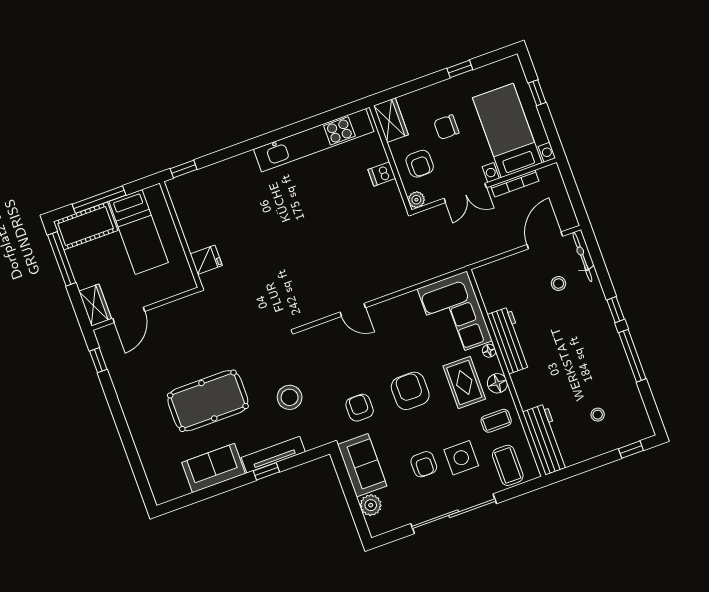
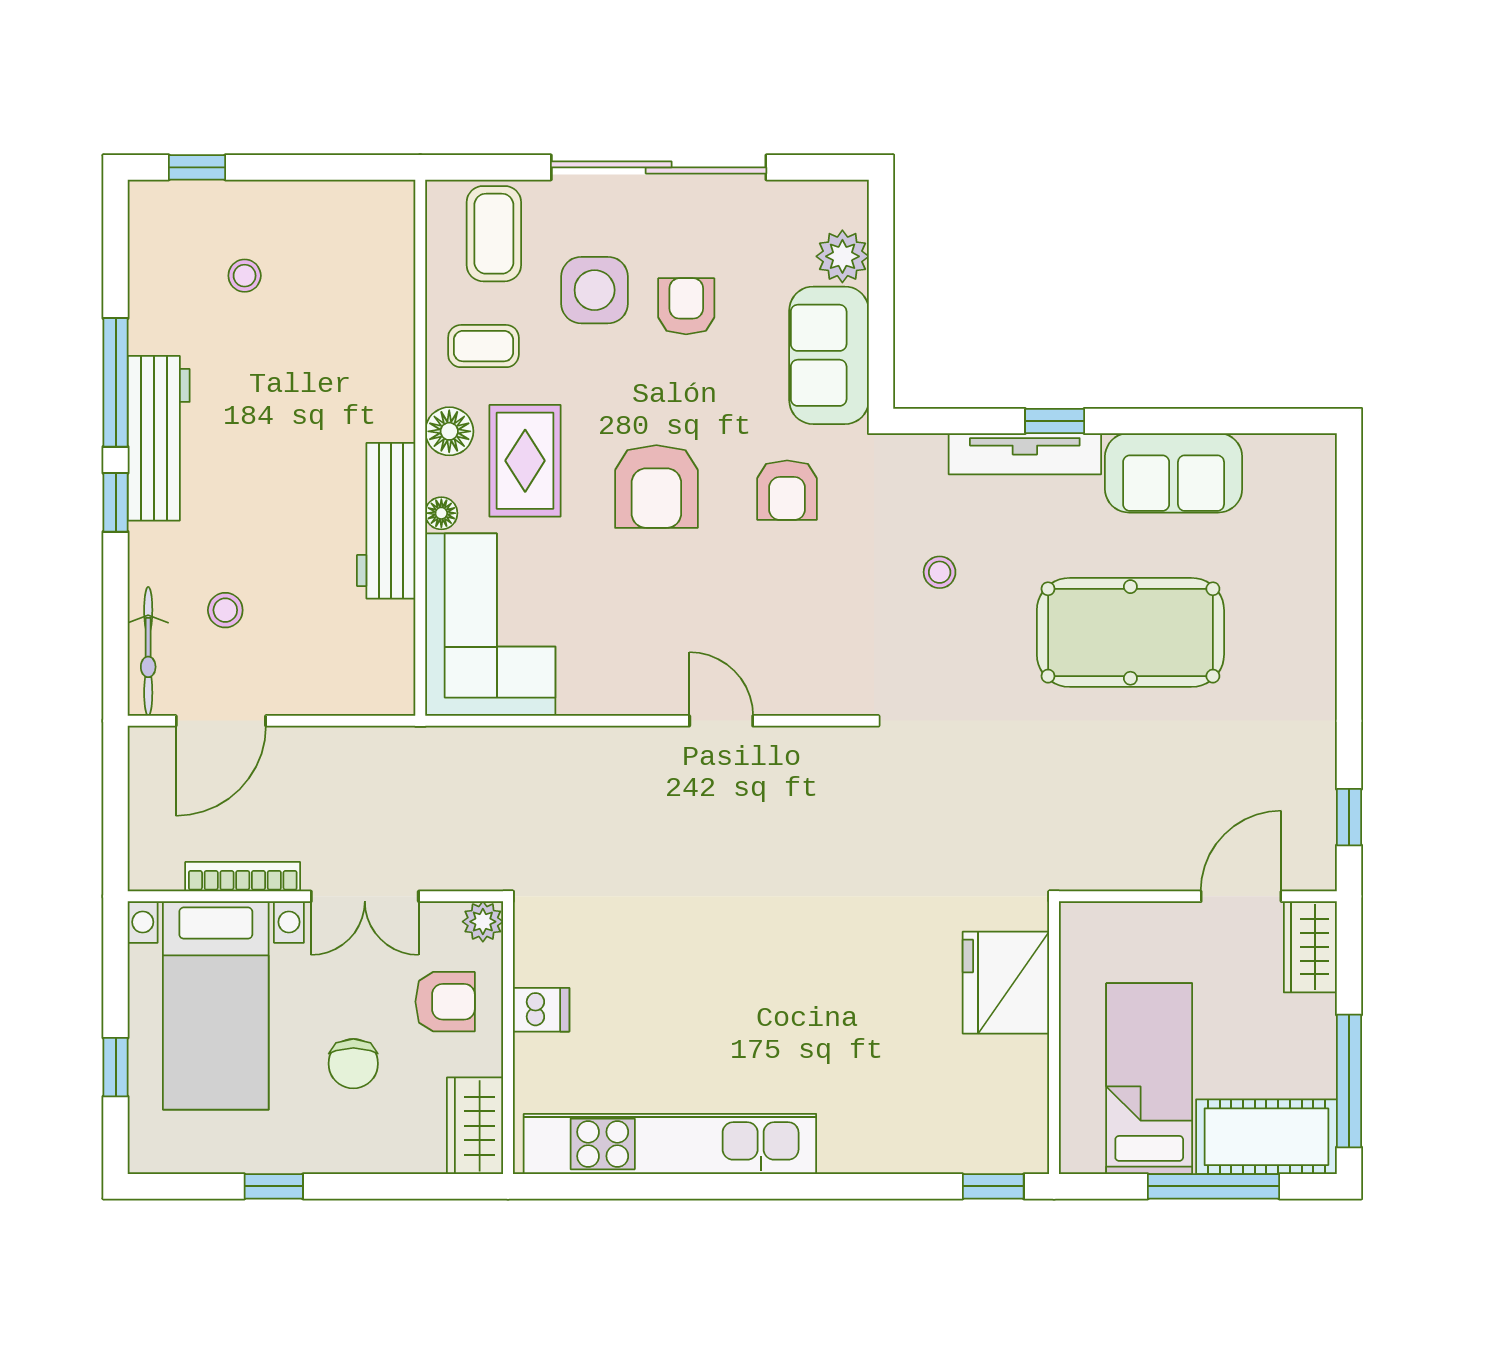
chair: (446, 127) -> (353, 1064), turned 90
armchair: (420, 164) -> (445, 1002), turned 90
double door: (465, 193) -> (365, 896), swing flipped
fridge: (206, 260) -> (1006, 983), width x1.88, depth x1.34
stool: (290, 397) -> (940, 572), width x0.53, depth x0.53
workbench: (546, 439) -> (159, 438), moved, turned 180

